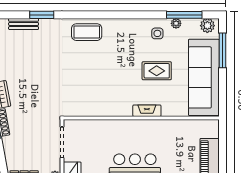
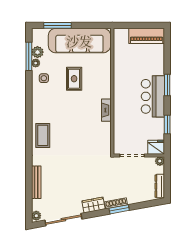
window: (42, 15) -> (29, 172), removed
bench: (24, 24) -> (36, 182), width x1.36
plant: (207, 26) -> (37, 52), moved
fireplace: (147, 111) -> (106, 110), moved

